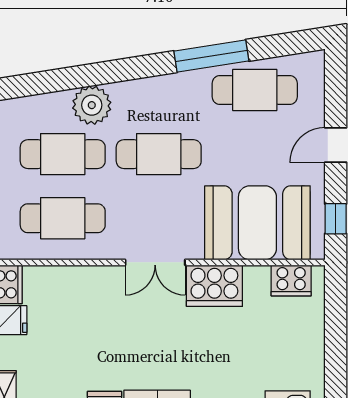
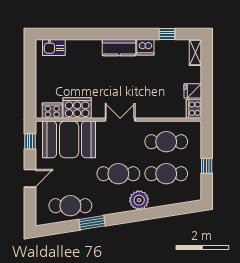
window: (211, 56) -> (92, 223), width x0.69
plant: (92, 105) -> (139, 200), moved
cooker: (214, 286) -> (77, 108), moved

